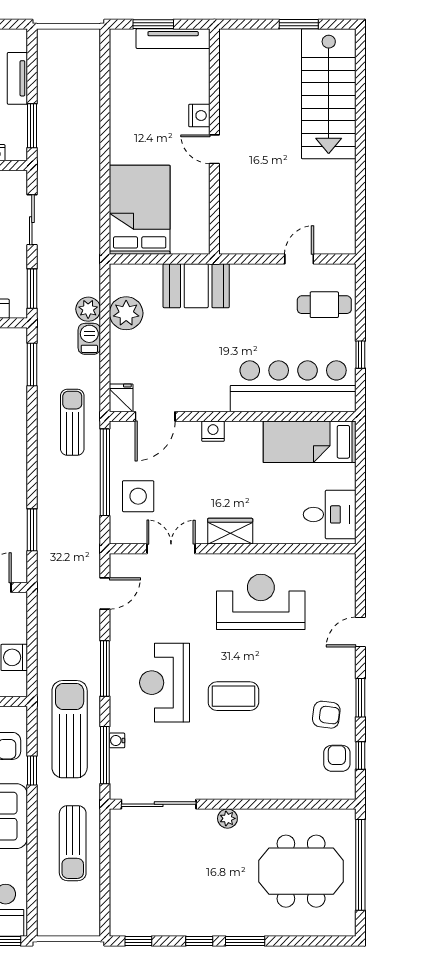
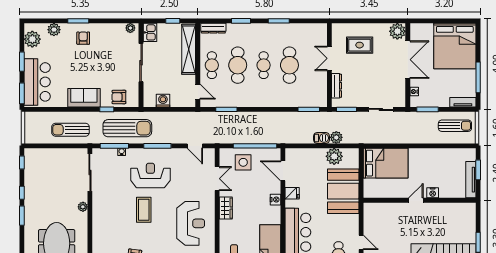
tv unit: (17, 78) -> (463, 102), moved
booth: (196, 286) -> (343, 191), width x1.36, depth x1.42
fridge: (121, 398) -> (292, 193), moved
sun lounger: (72, 422) -> (455, 126), moved

